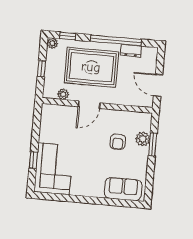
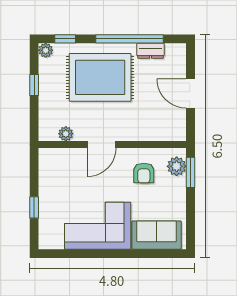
plant: (63, 94) -> (66, 134), moved
door: (89, 105) -> (102, 145), moved
wall: (97, 105) -> (112, 145), moved
corner sofa: (54, 169) -> (98, 226), moved, turned -90

